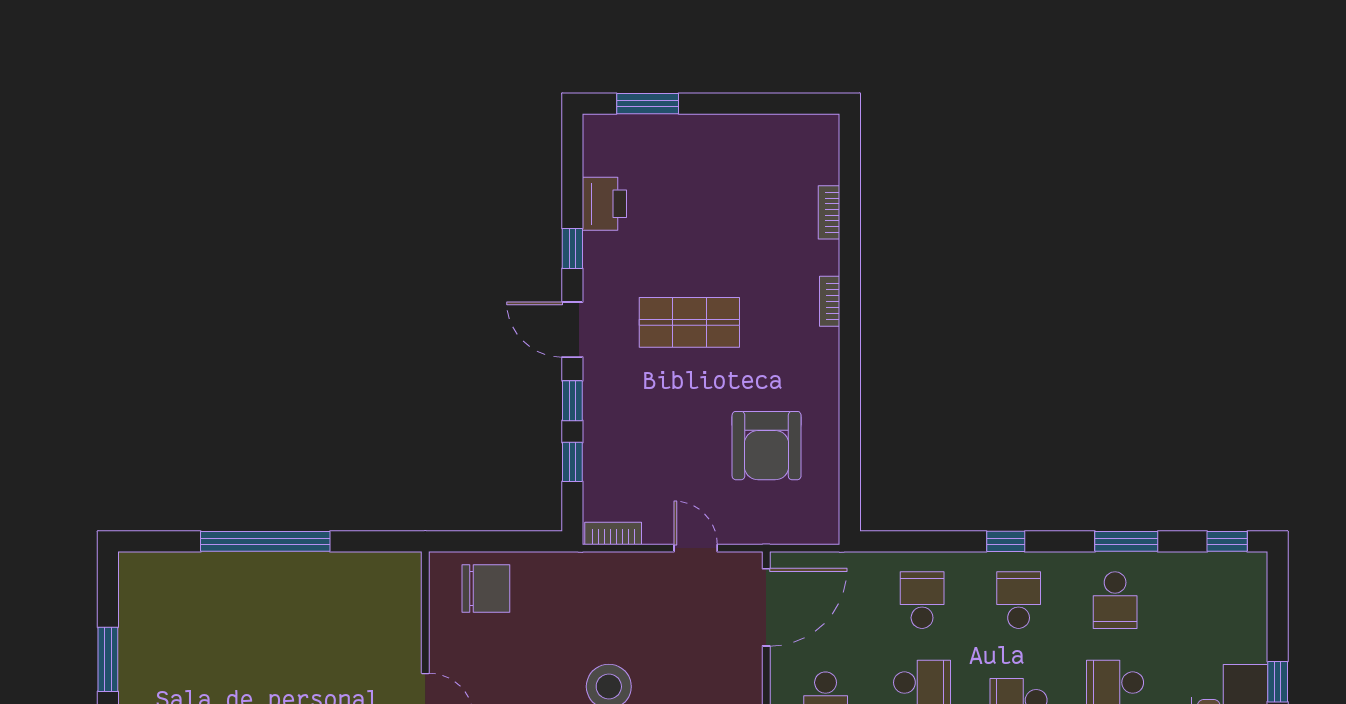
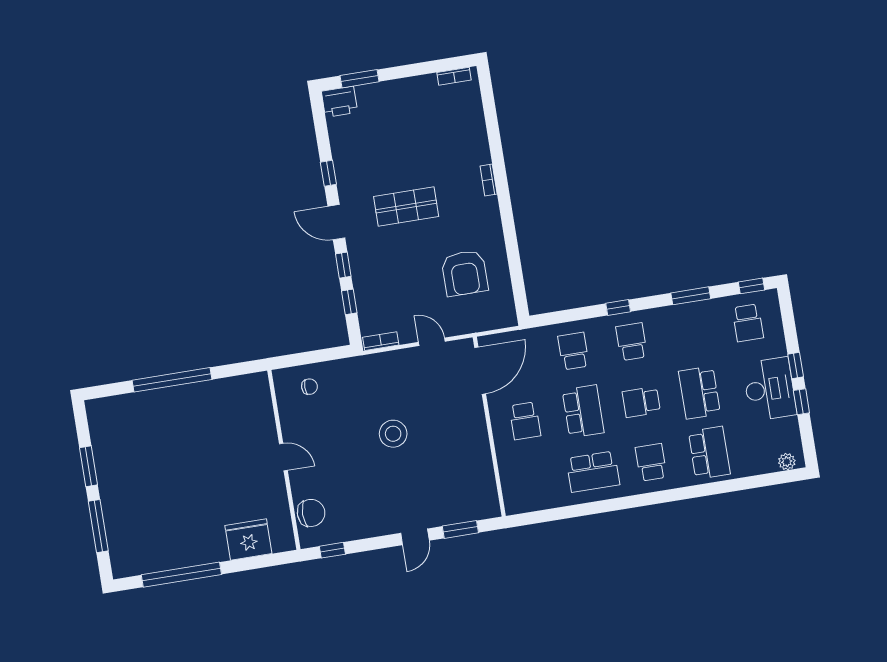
printer: (604, 204) -> (339, 102), moved, turned 90
bookcase: (829, 212) -> (454, 76), moved, turned -90
chair: (486, 588) -> (309, 387), width x0.54, depth x0.54
school desk: (1115, 600) -> (748, 323), moved

